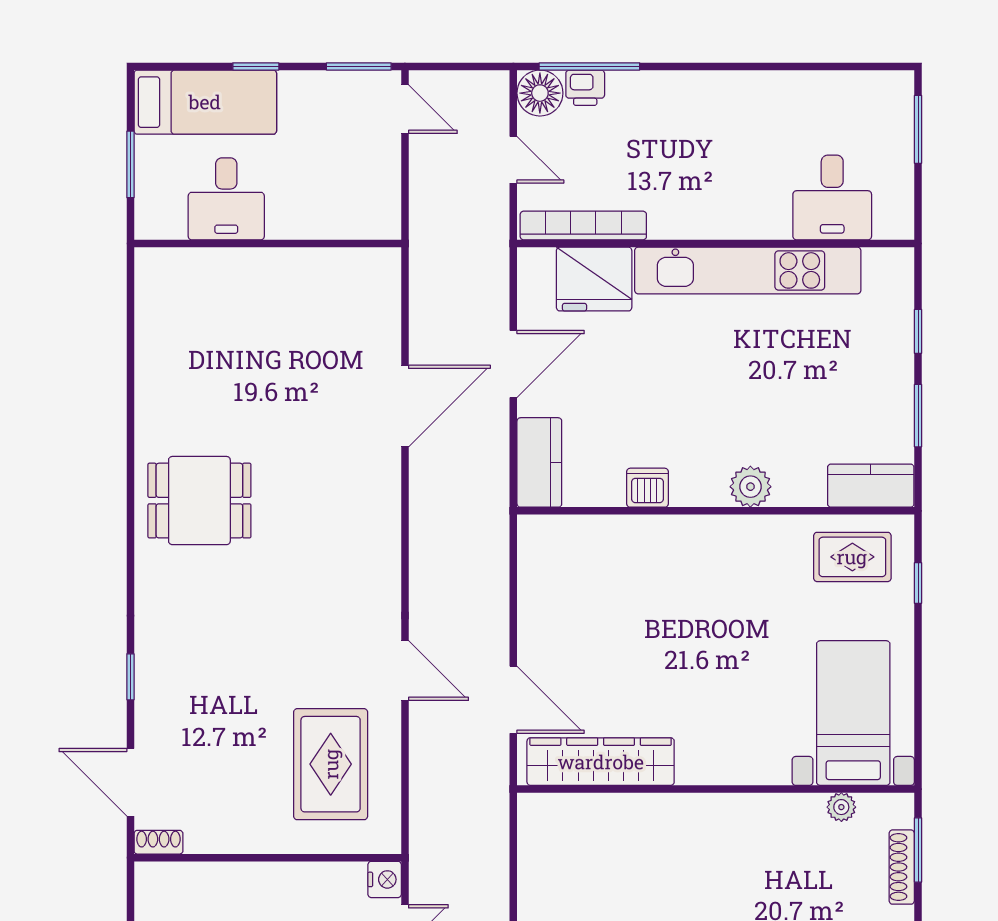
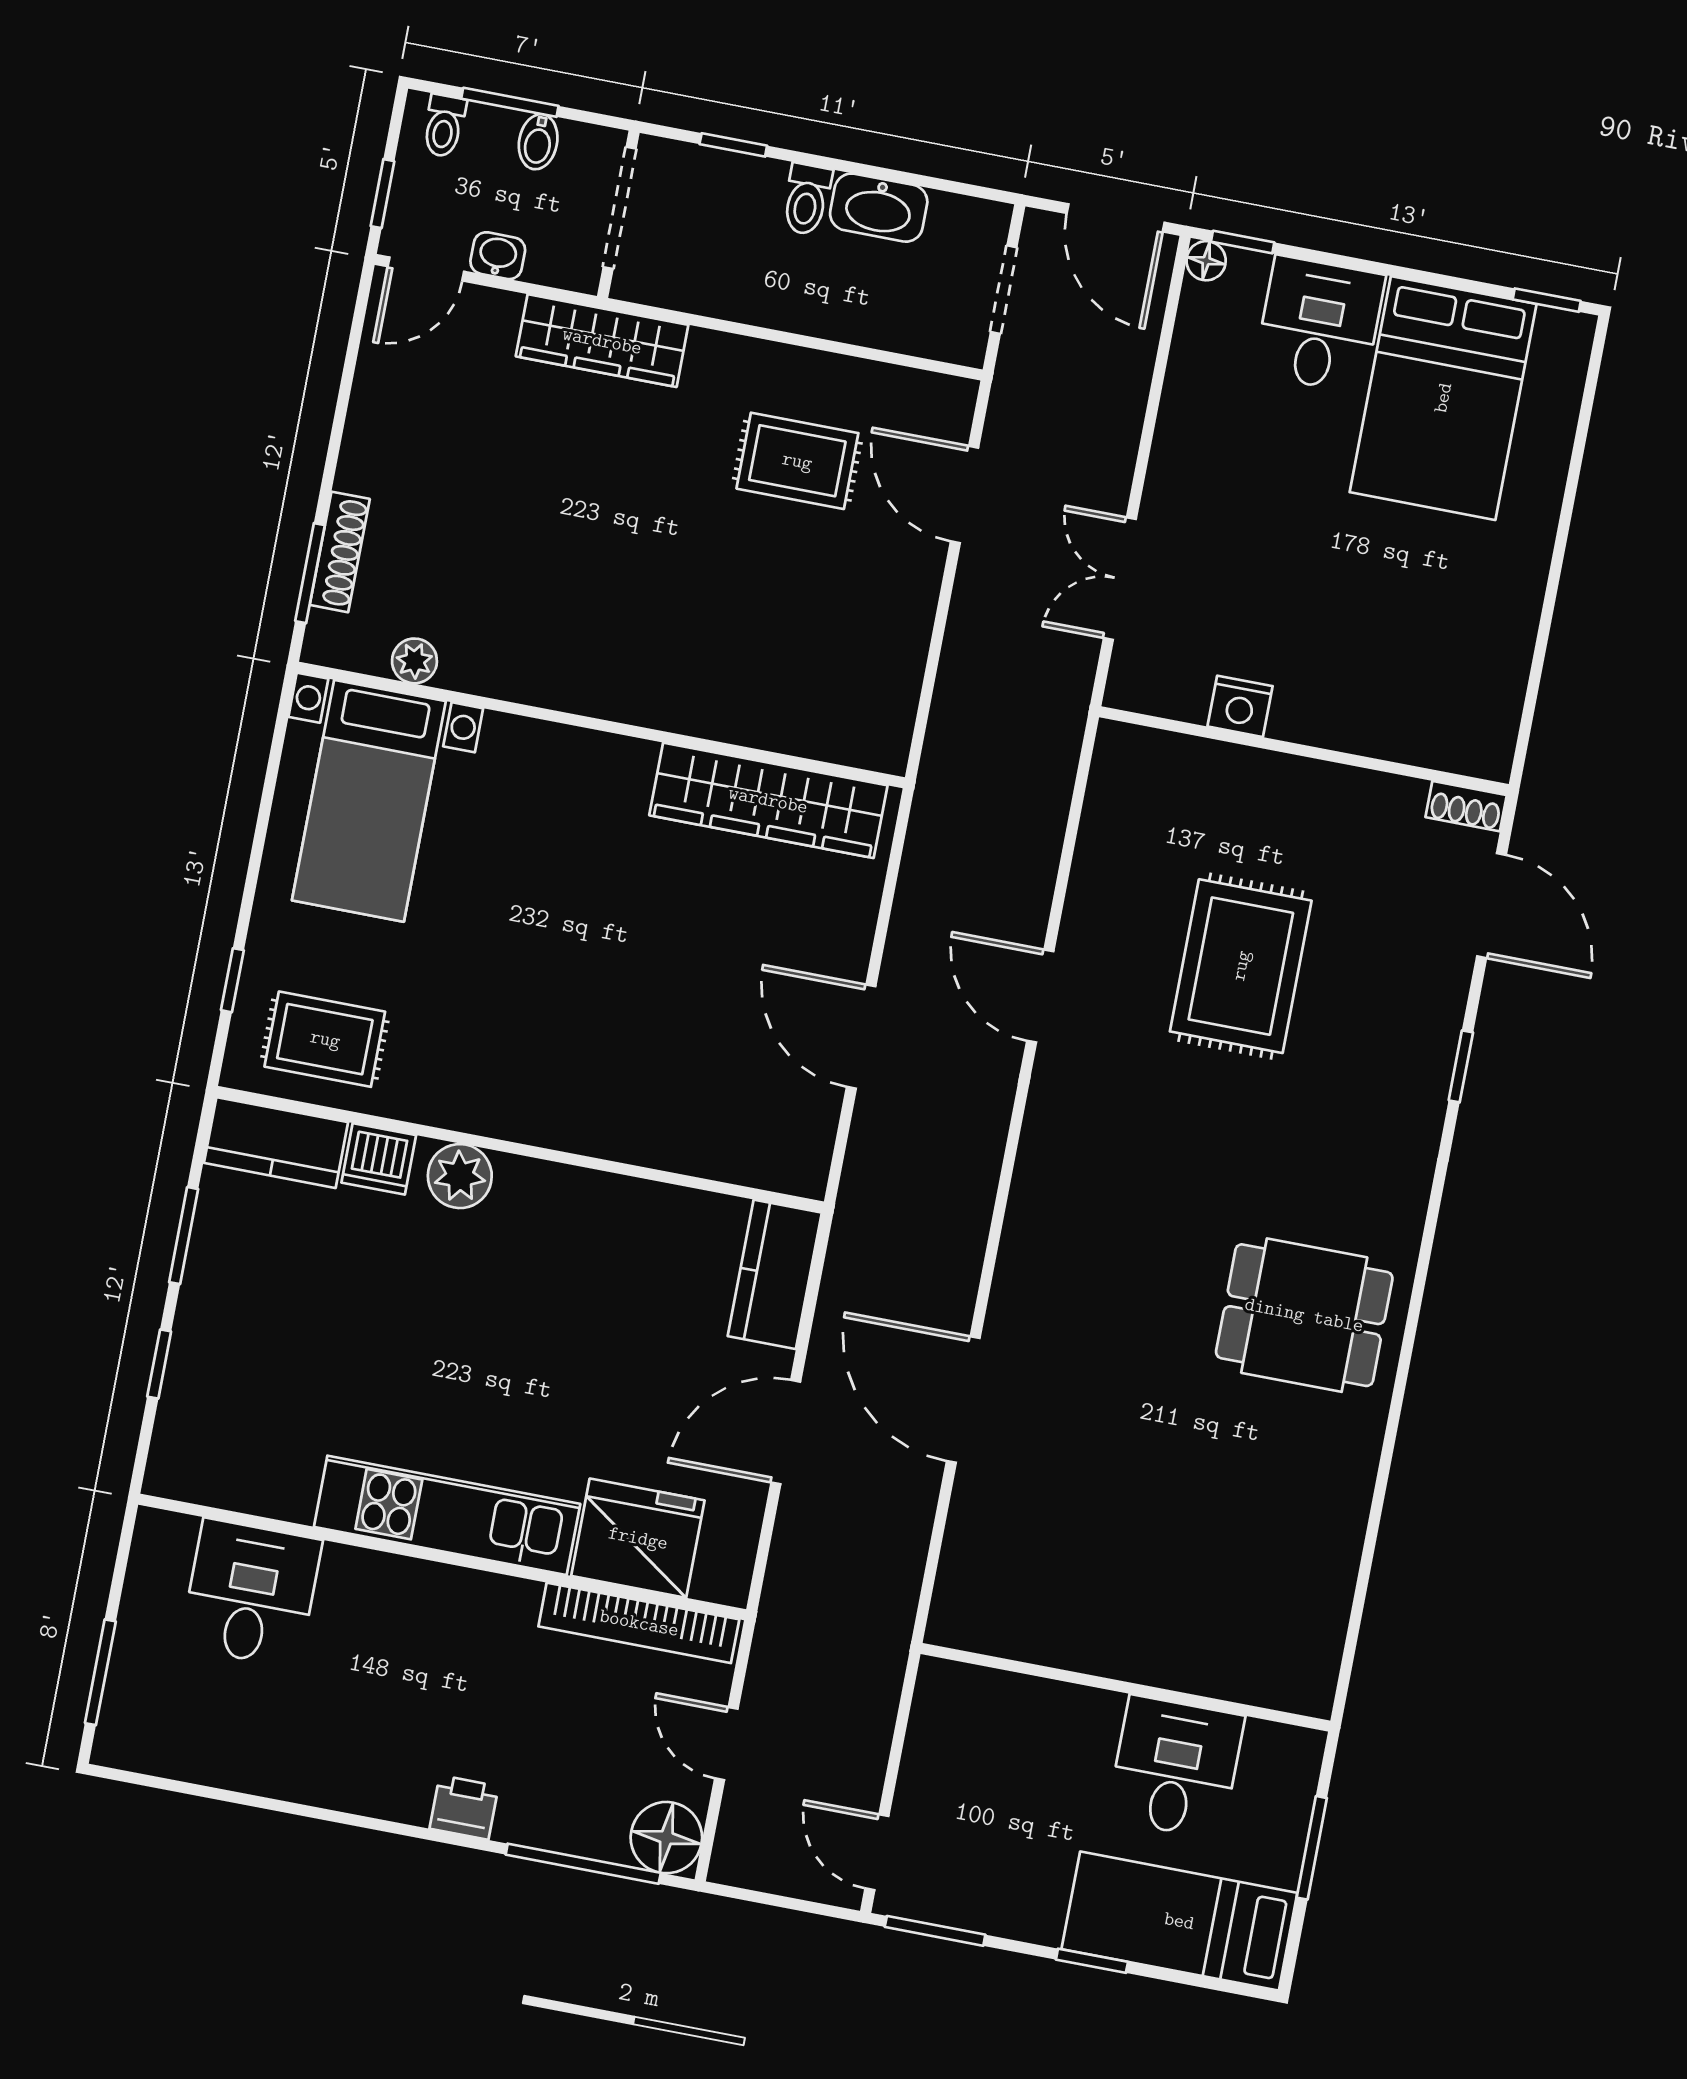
printer: (585, 88) -> (464, 1807), moved
kitchen unit: (748, 270) -> (447, 1515), width x0.73
door: (405, 406) -> (963, 1400), hinge flipped
dishwasher: (647, 488) -> (379, 1159), moved
door: (513, 700) -> (861, 1037), moved
rug: (331, 764) -> (1241, 966), moved
nightstand: (385, 879) -> (1240, 706), moved, turned -90

